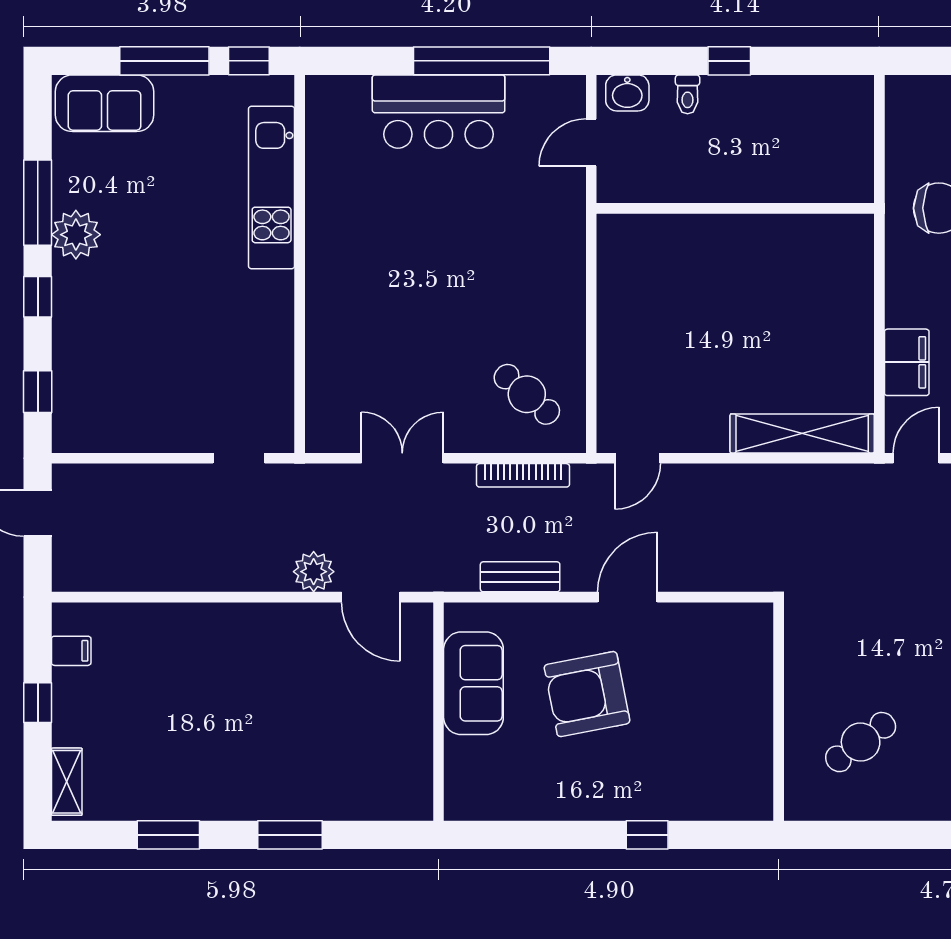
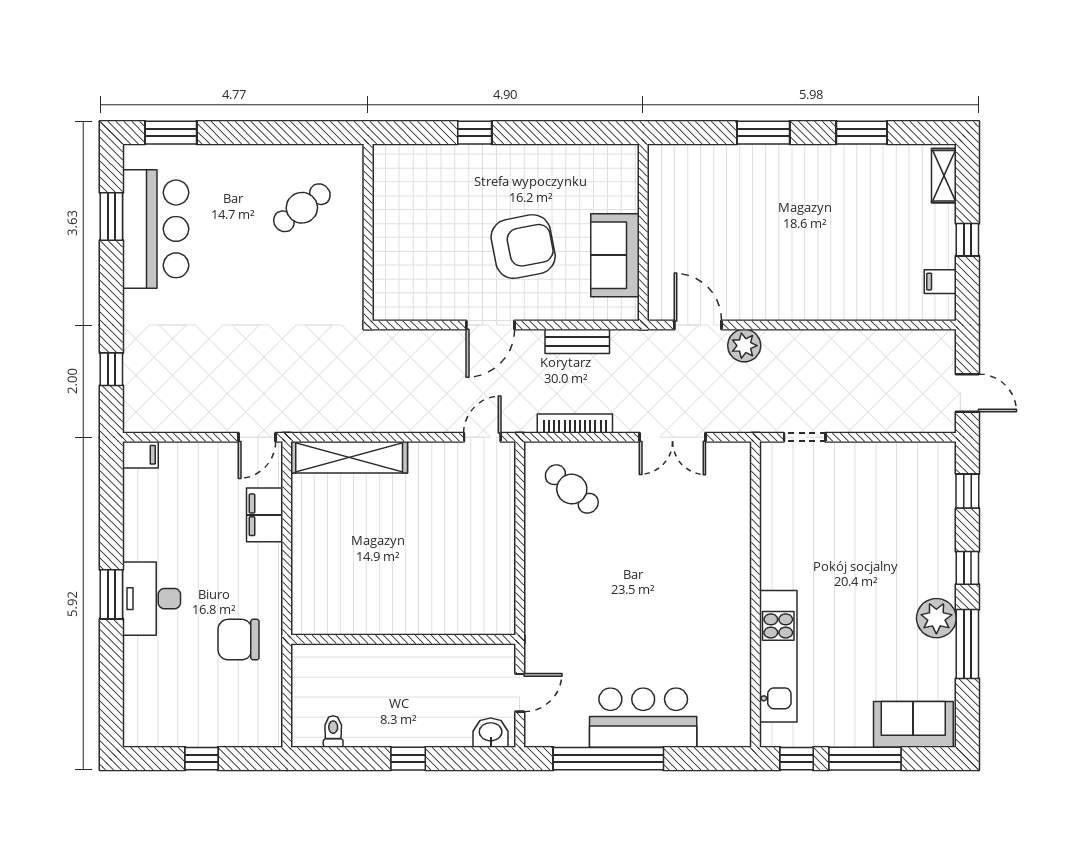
toilet: (688, 94) -> (333, 732), moved

